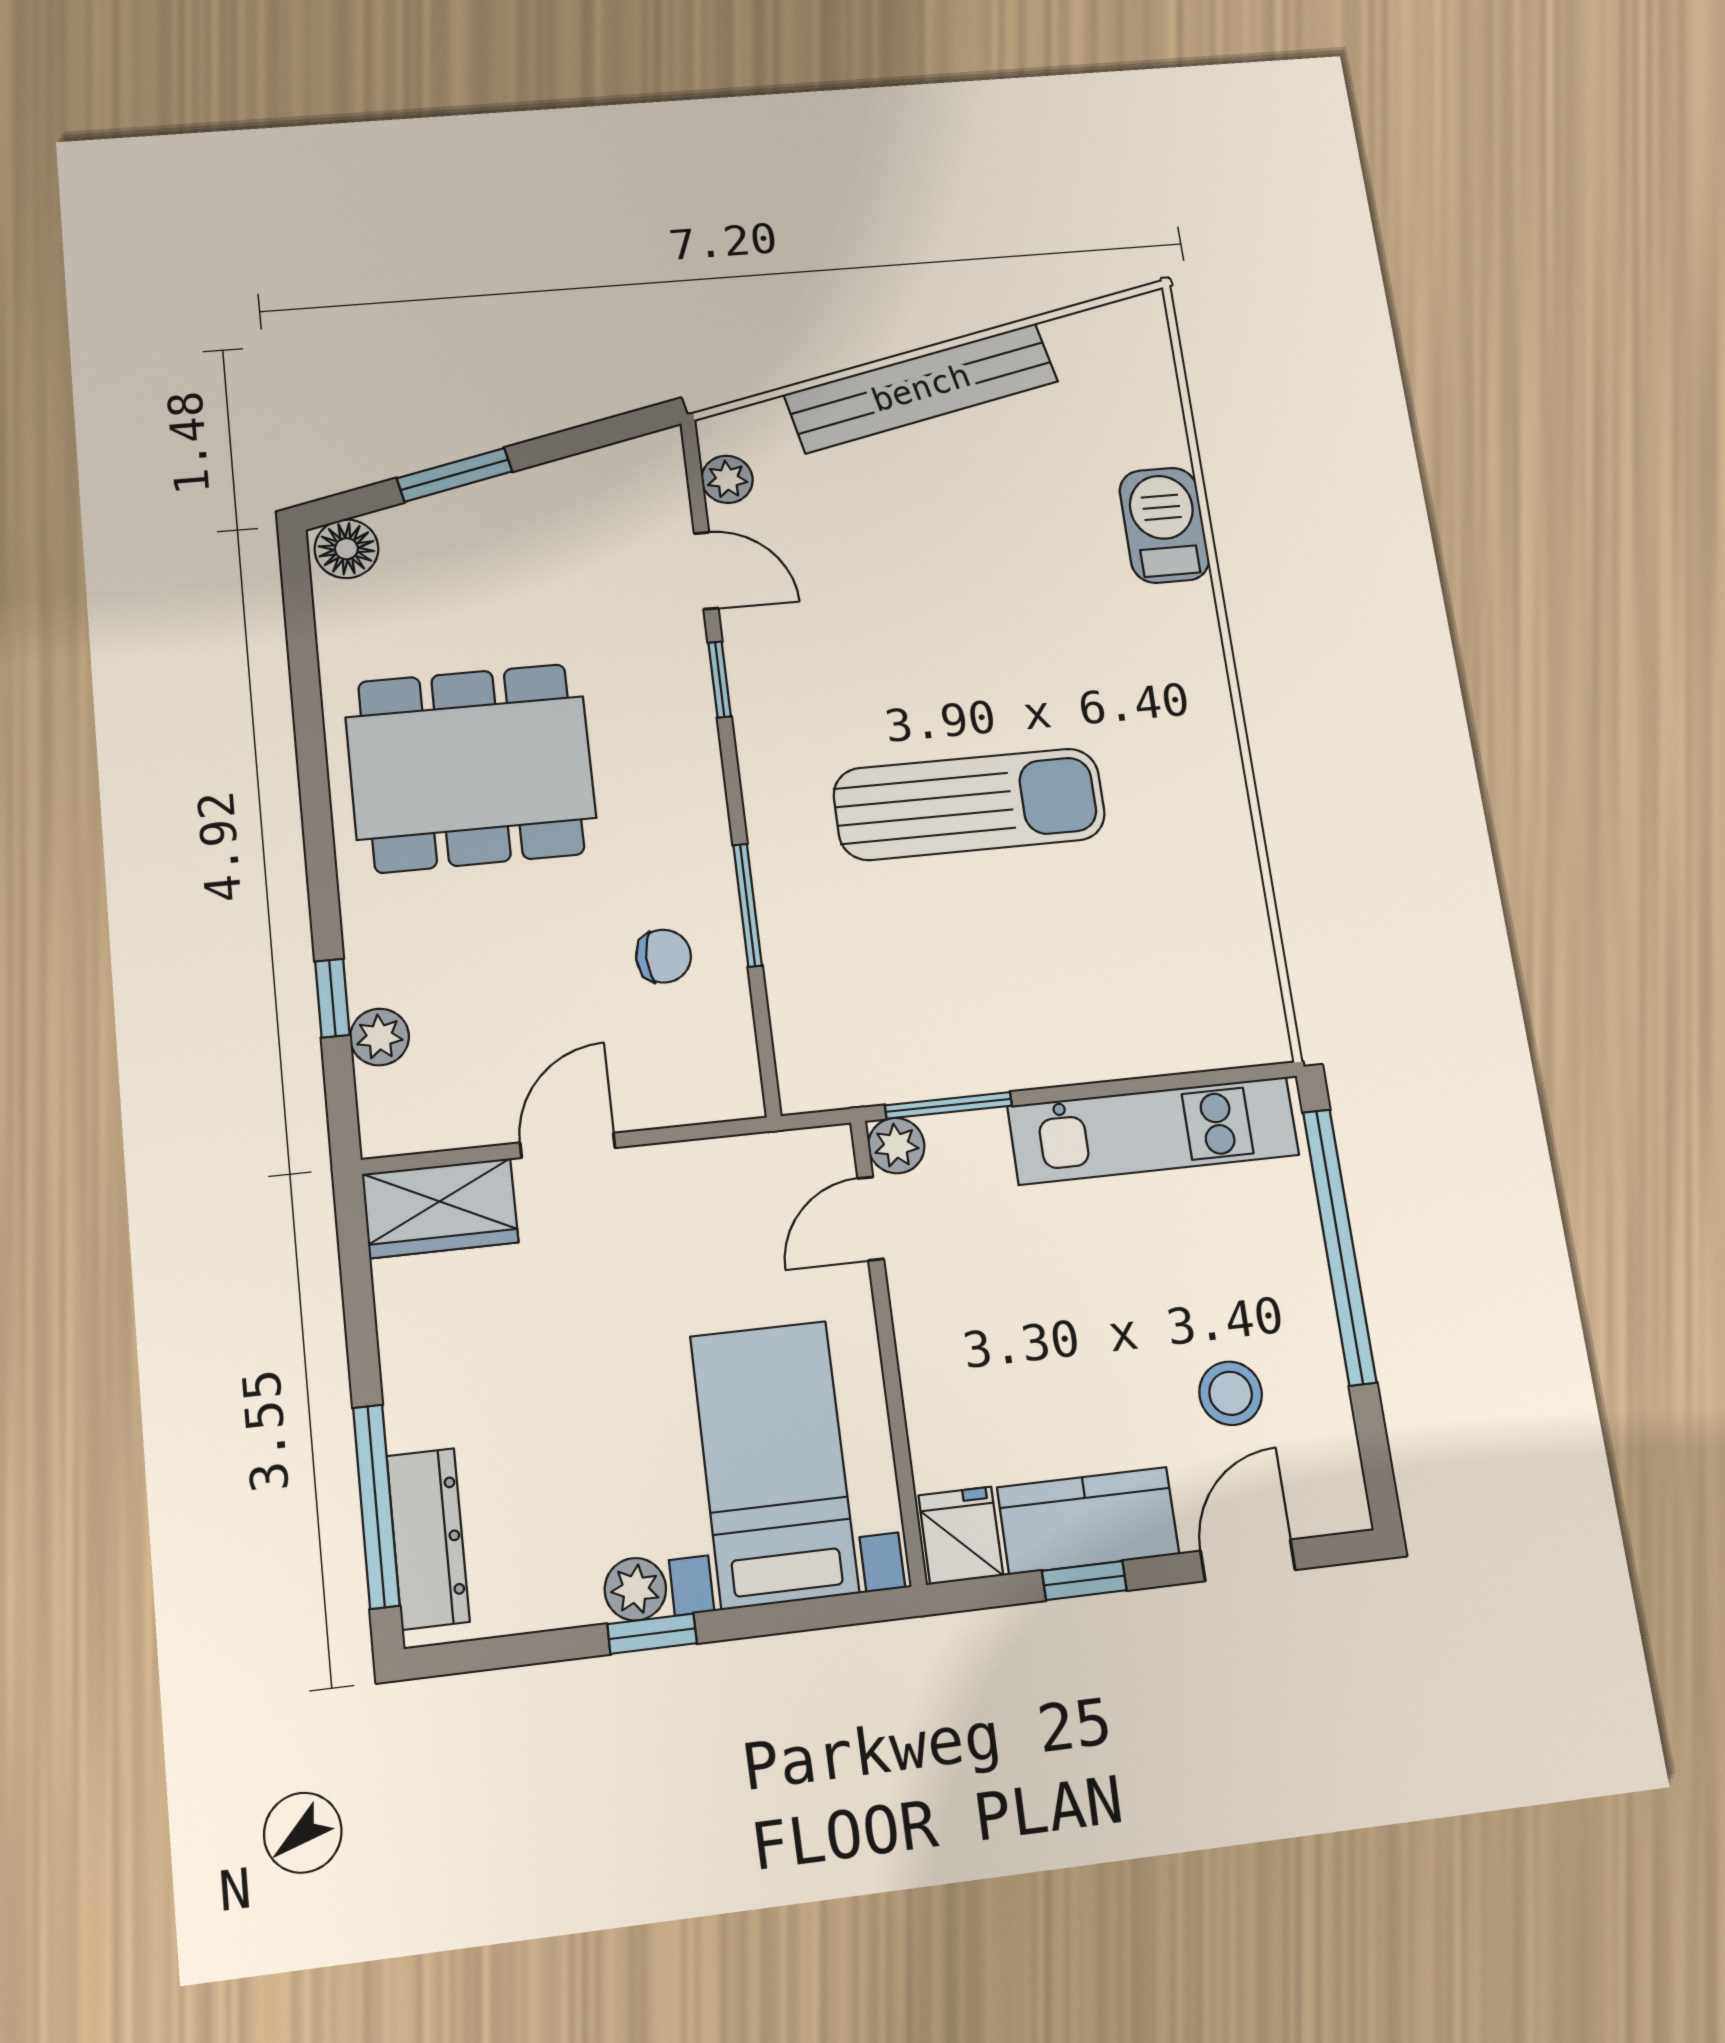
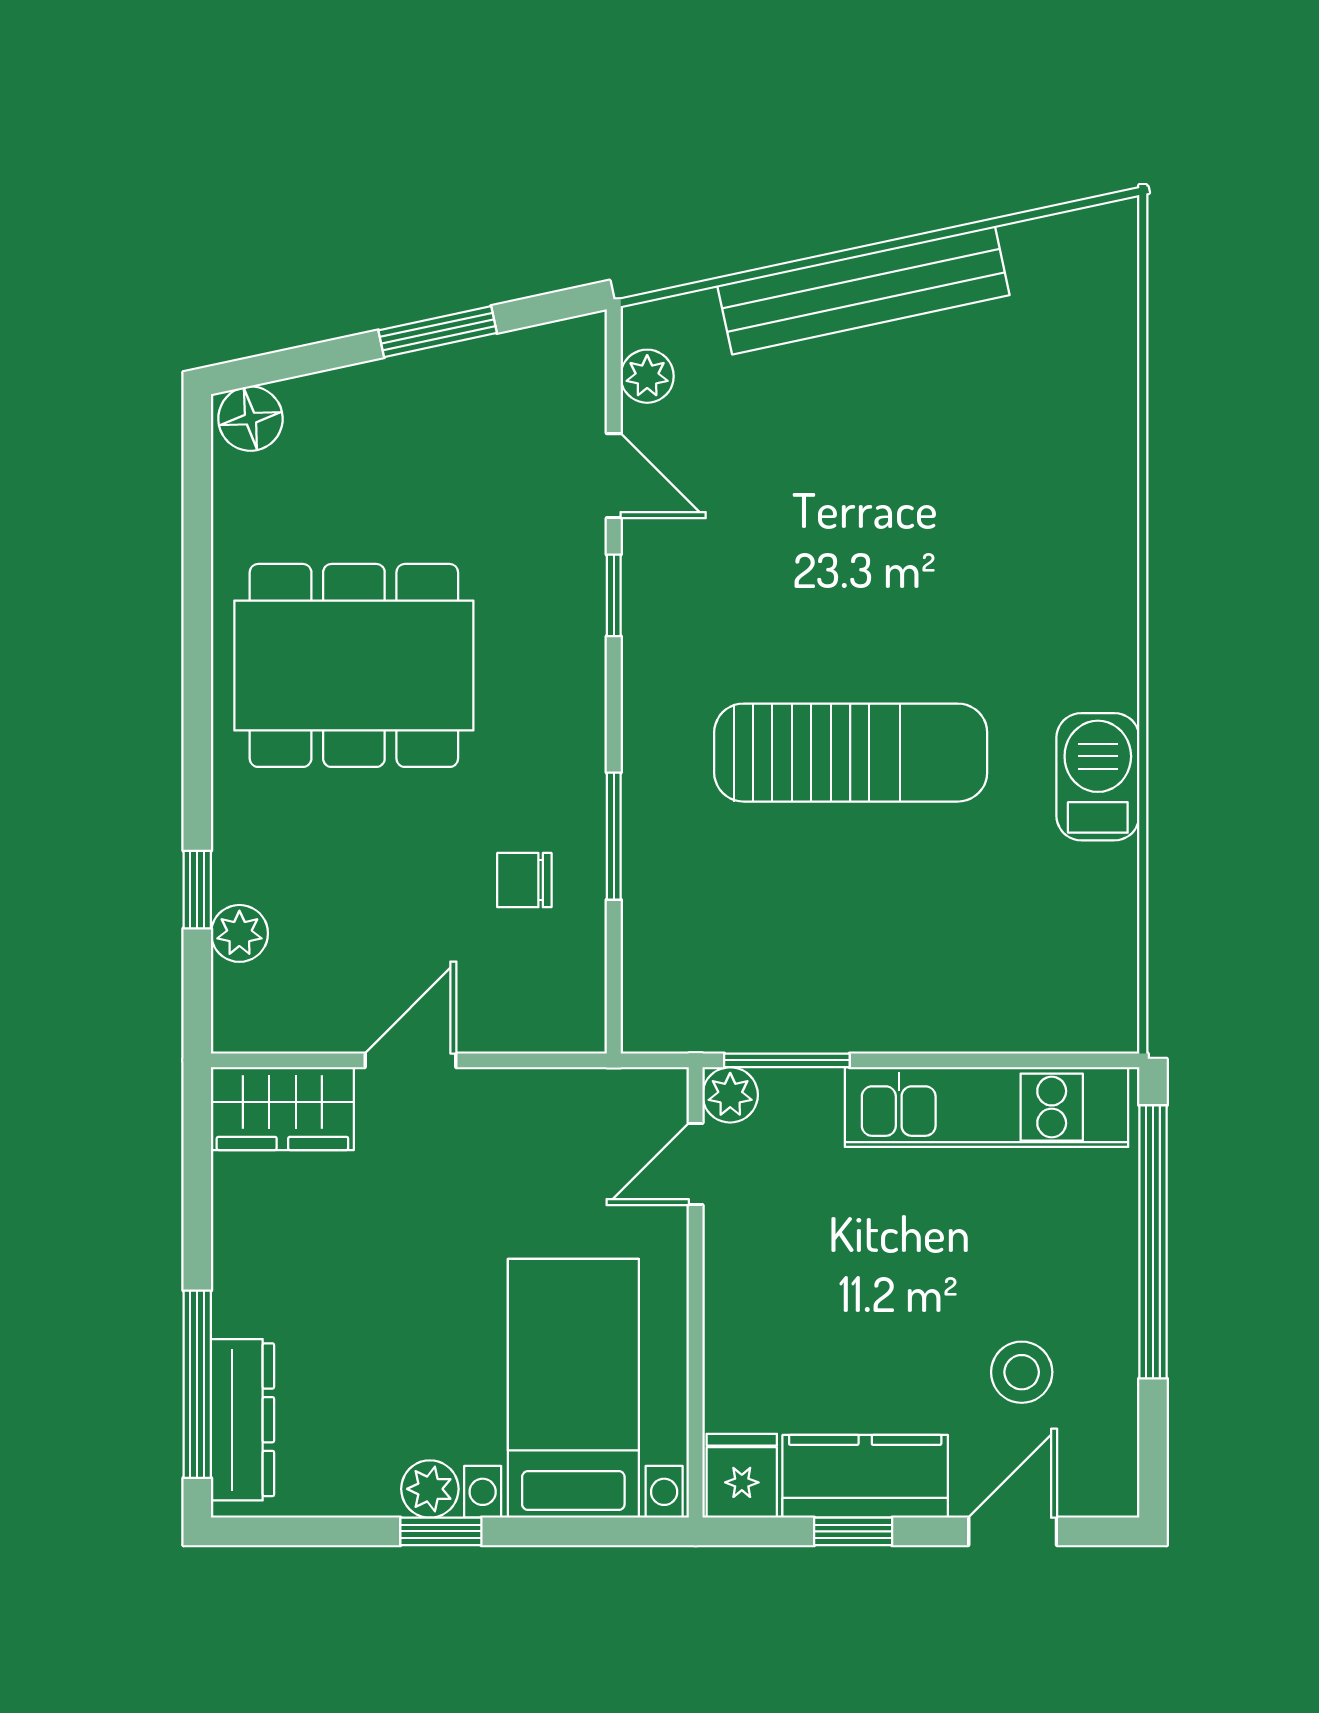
window: (454, 475) -> (438, 332), moved
barbecue: (1164, 525) -> (1098, 777), moved
chair: (663, 956) -> (524, 880), turned 180

